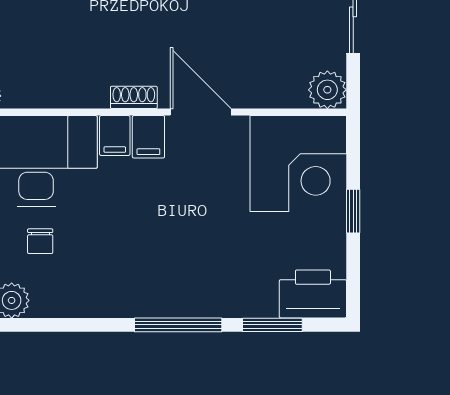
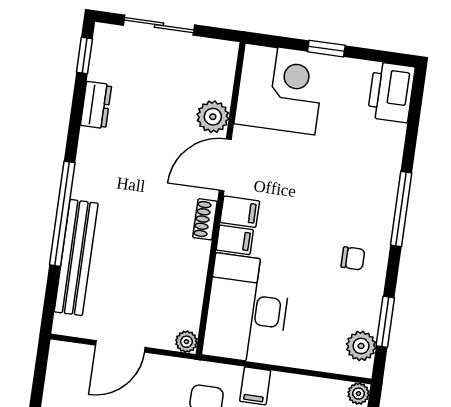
plant: (327, 90) -> (213, 117), moved
chair: (40, 241) -> (353, 258), moved
window: (272, 325) -> (385, 322), moved

